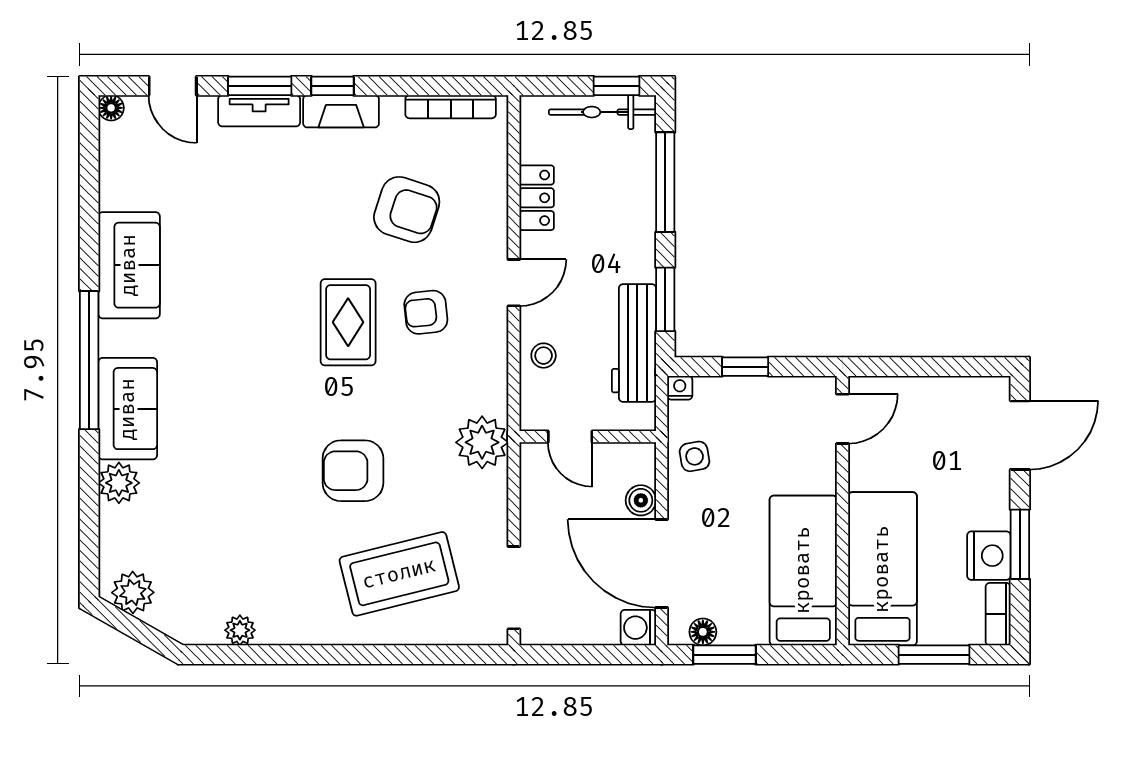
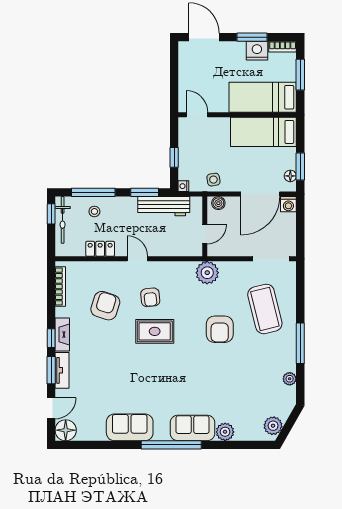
floor lamp: (111, 108) -> (66, 430), width x1.89, depth x1.89
stool: (544, 356) -> (94, 211), moved
boiler: (641, 500) -> (218, 203), moved
window: (321, 655) -> (300, 343), added

